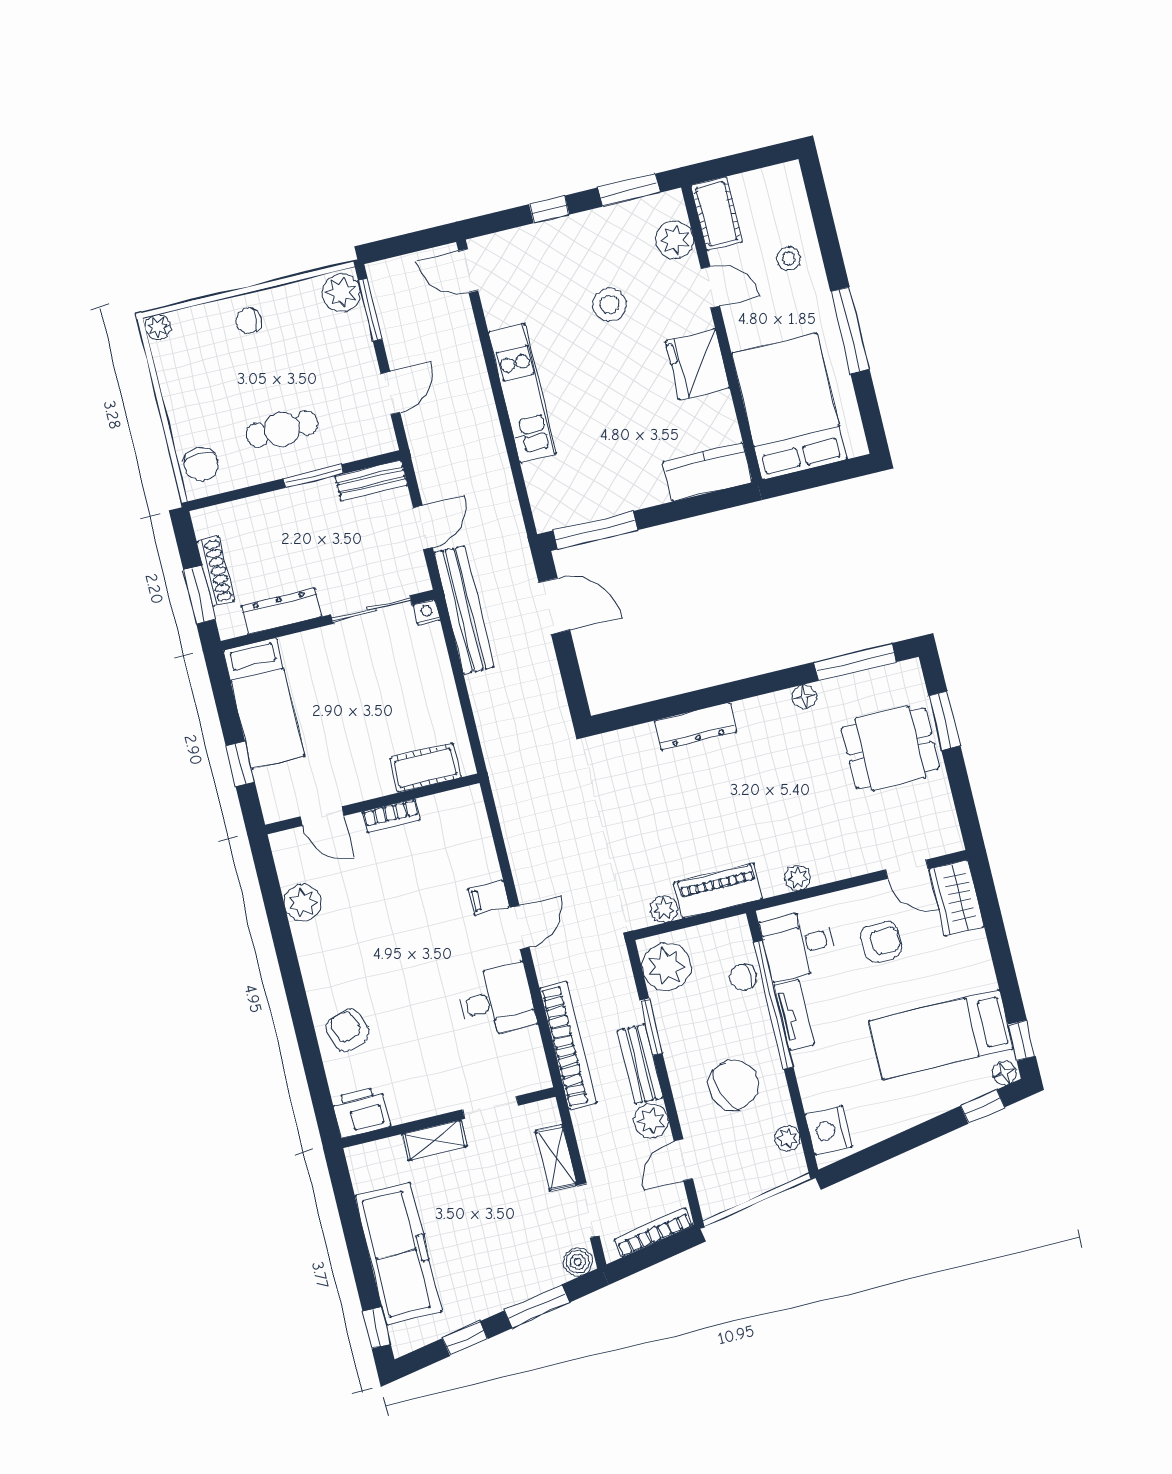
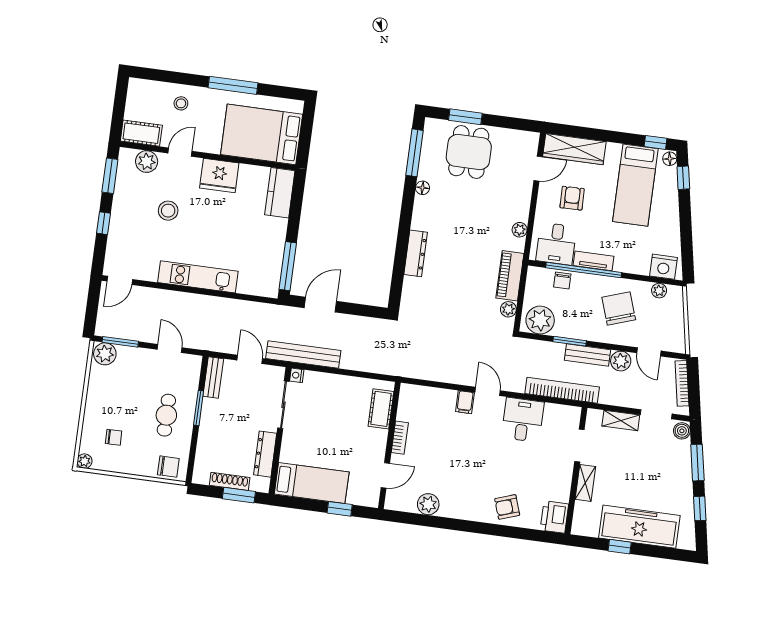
chair: (249, 321) -> (114, 437), moved, turned -93
wardrobe: (956, 898) -> (574, 149), width x1.50
window: (377, 1328) -> (620, 547), moved

